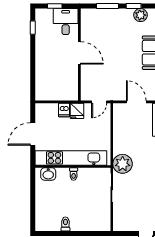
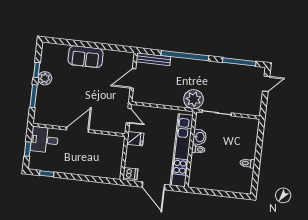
plant: (141, 15) -> (45, 78), moved
dishwasher: (64, 110) -> (130, 174), moved
washbasin: (48, 174) -> (200, 137), moved

